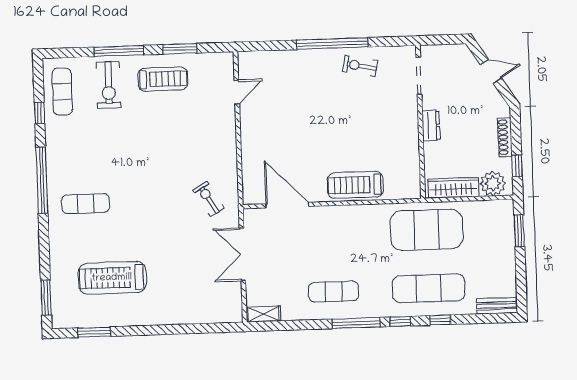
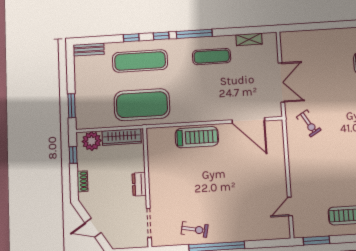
window: (180, 49) -> (316, 241), moved
shoe rack: (505, 137) -> (82, 181), width x0.70
shelving: (263, 314) -> (249, 39), moved

